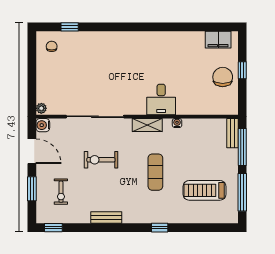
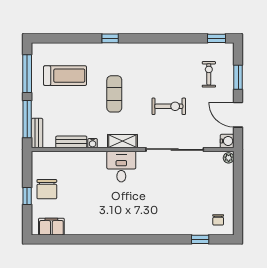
desk: (161, 100) -> (121, 167), moved
bench: (106, 217) -> (71, 142), moved

